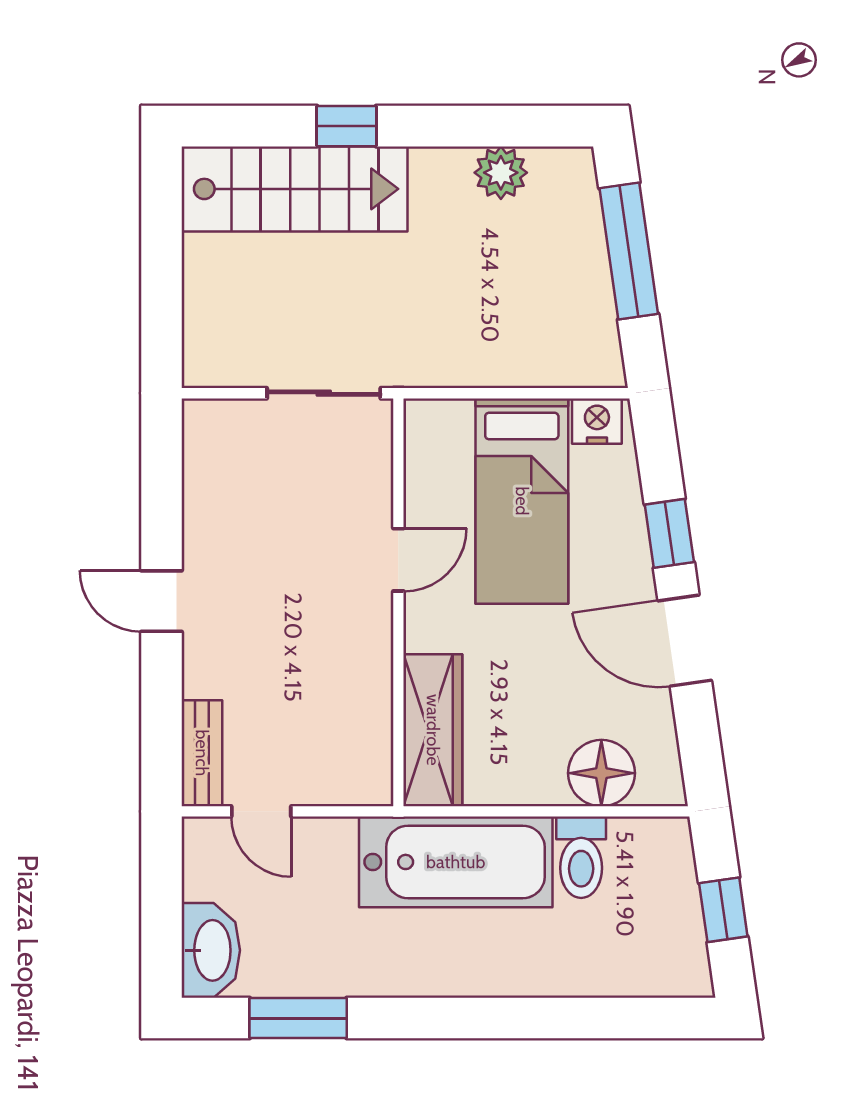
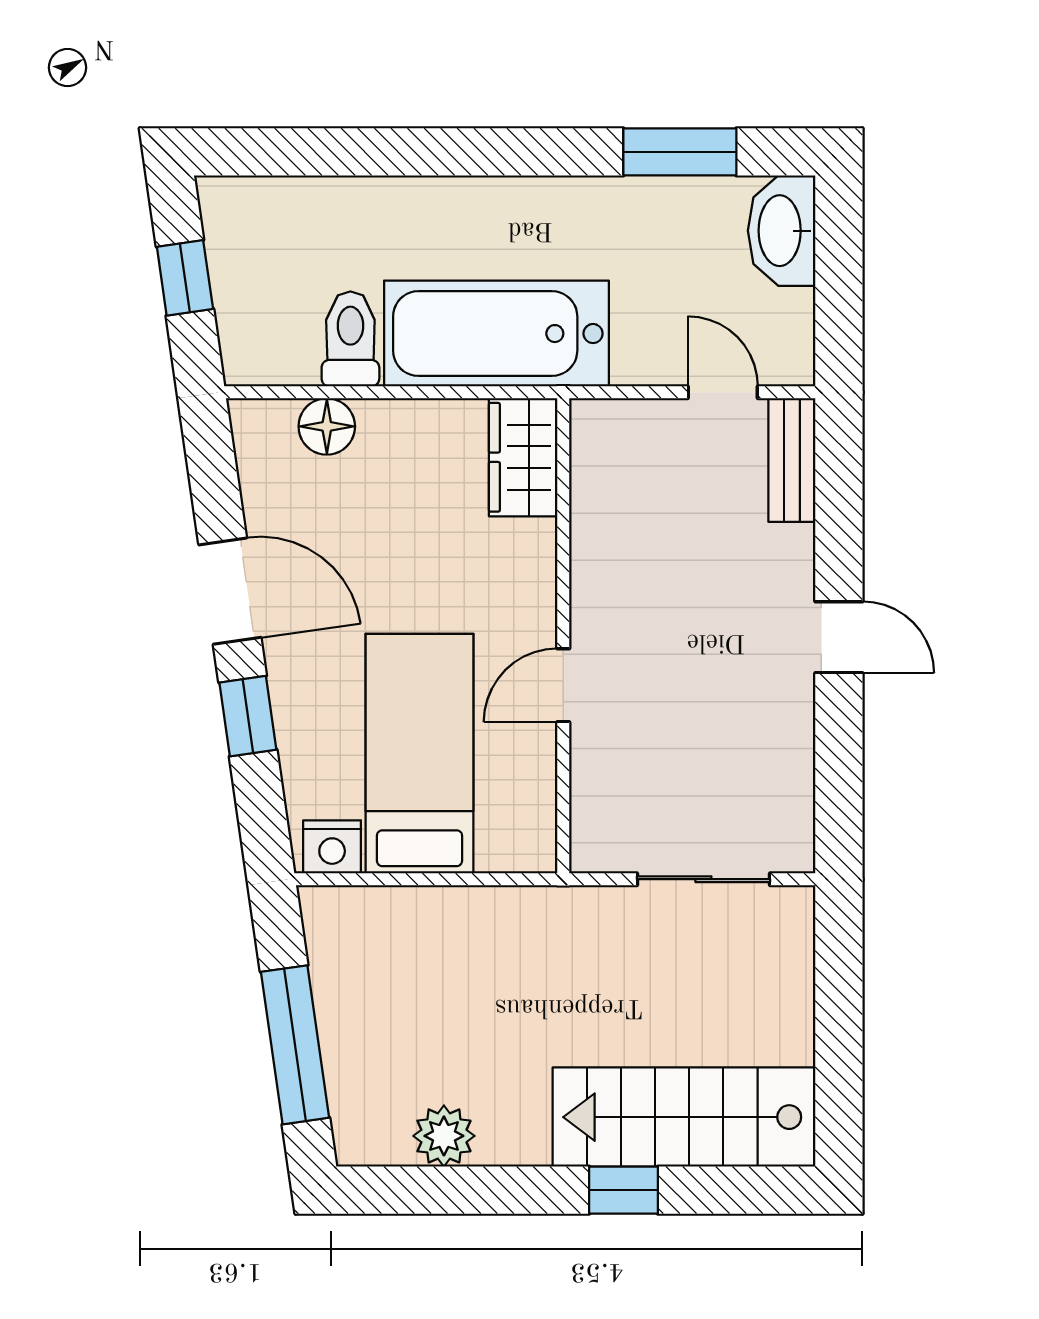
sliding door: (324, 393) -> (703, 879), moved
wardrobe: (433, 730) -> (523, 457), width x0.67
floor lamp: (601, 773) -> (327, 426), width x0.73, depth x0.73

